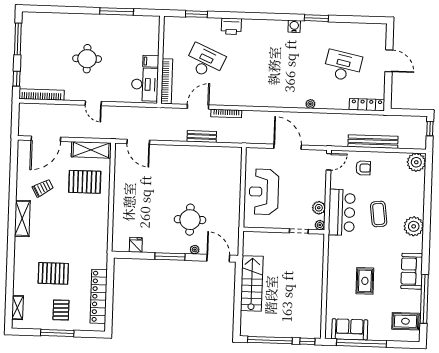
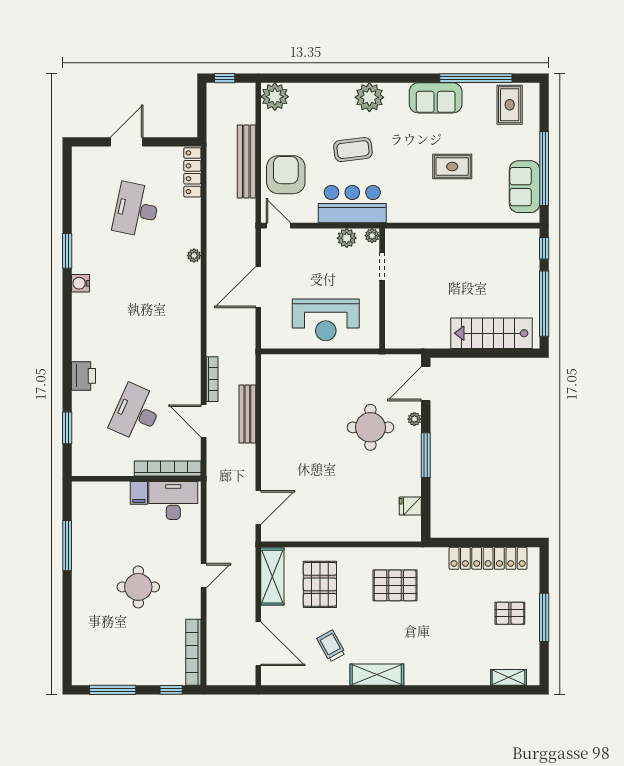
bench: (202, 137) -> (247, 414), width x1.36
armchair: (363, 168) -> (286, 175), width x1.88, depth x1.88
pallet: (53, 273) -> (395, 585), moved, turned 90
stairs: (252, 283) -> (492, 333), moved

